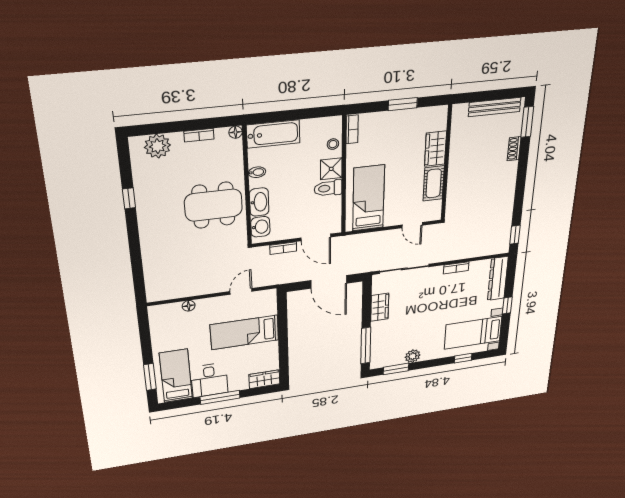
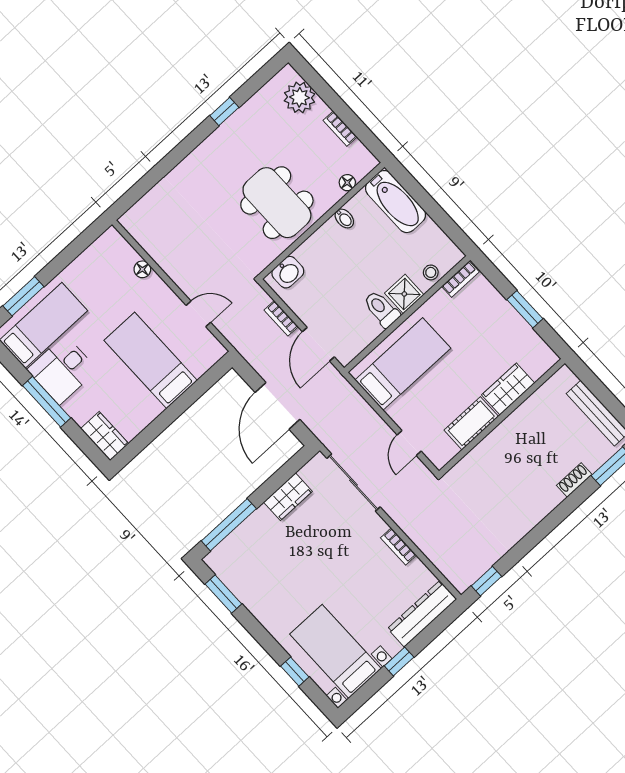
floor lamp: (236, 132) -> (347, 183), moved
washbasin: (259, 202) -> (314, 248), removed
plant: (413, 356) -> (254, 600), removed

